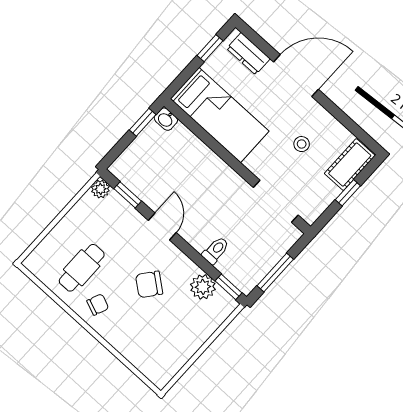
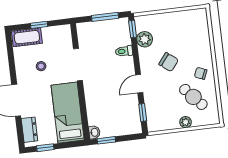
plant: (100, 189) -> (186, 122), moved
doorway: (276, 201) -> (78, 65), moved
cafe table: (82, 268) -> (193, 97), turned 48

